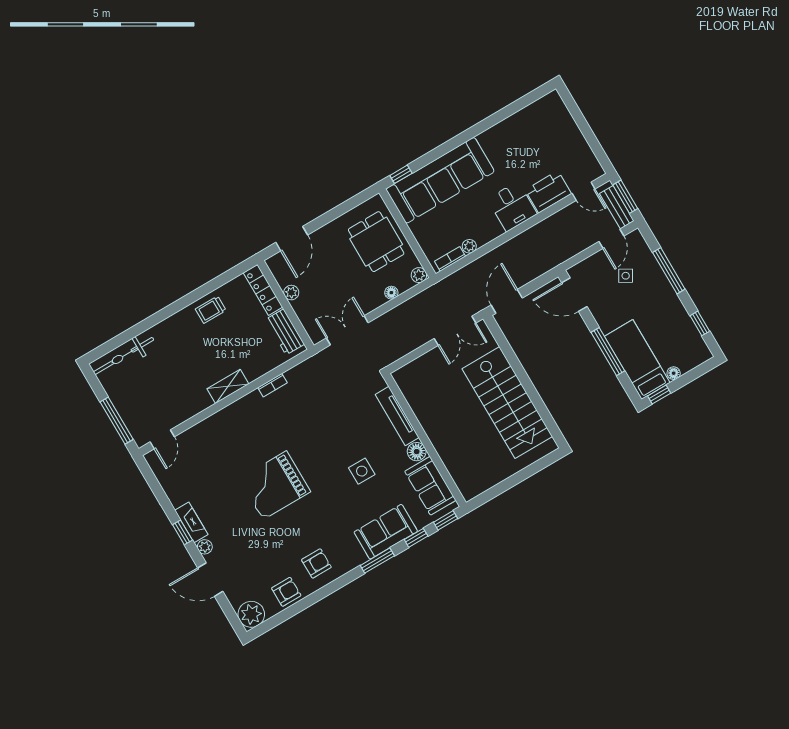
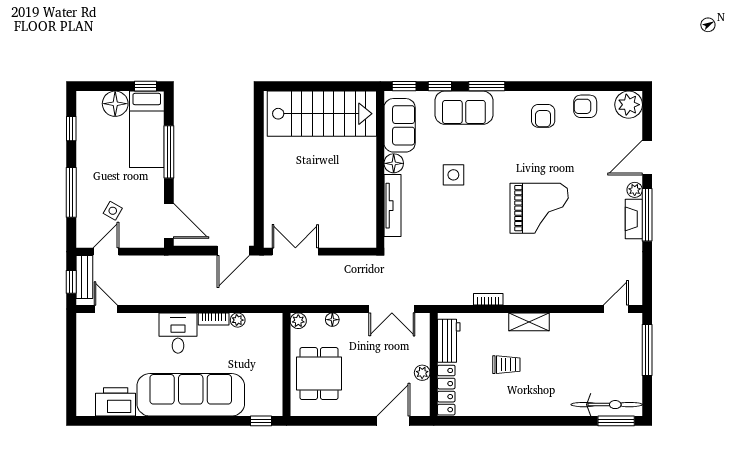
sofa: (440, 180) -> (191, 395), moved
printer: (548, 192) -> (116, 402), moved, turned 180
window: (625, 197) -> (71, 282), width x0.67
bookcase: (450, 259) -> (214, 319), moved
trolley: (211, 310) -> (506, 365), moved
window: (108, 347) -> (616, 421), added
floor lamp: (674, 373) -> (115, 104), width x1.89, depth x1.89
stairs: (507, 403) -> (322, 114), moved, turned 90
window: (182, 532) -> (647, 215), width x2.17
armchair: (316, 563) -> (543, 116), turned -90
door: (210, 580) -> (647, 158), swing flipped

